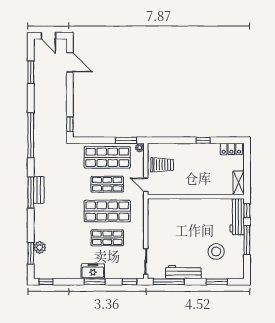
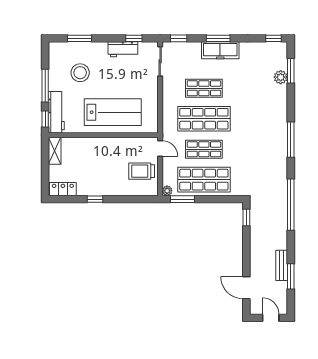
bench: (39, 190) -> (282, 265), moved
lab bench: (187, 217) -> (113, 112), added
freezer: (93, 271) -> (220, 50), width x1.40
workbench: (183, 272) -> (123, 49), width x0.73
window: (169, 282) -> (134, 38), width x0.46

